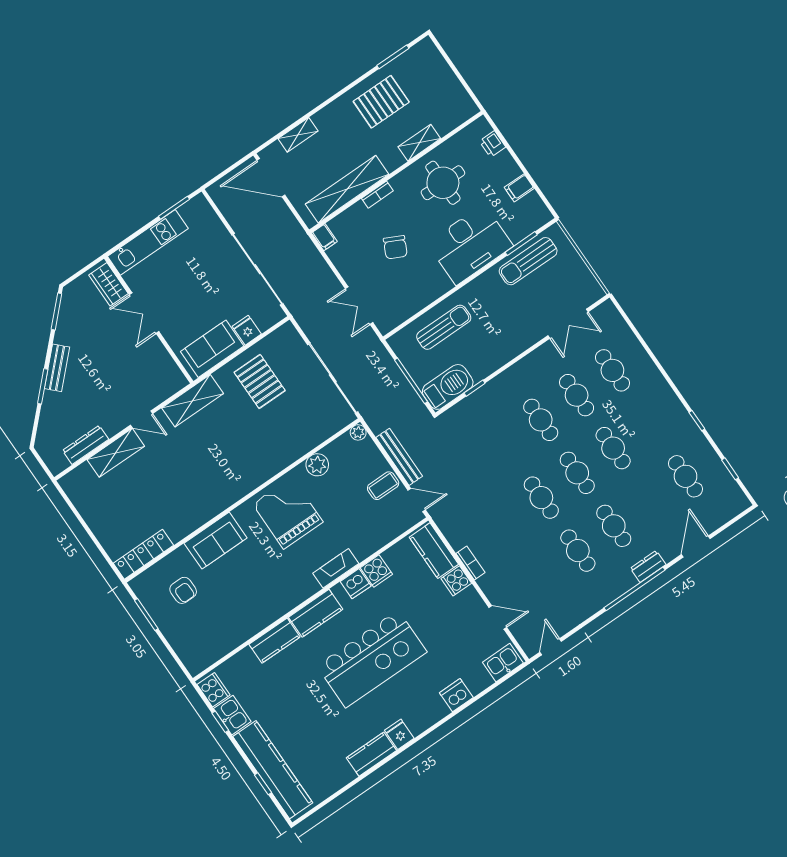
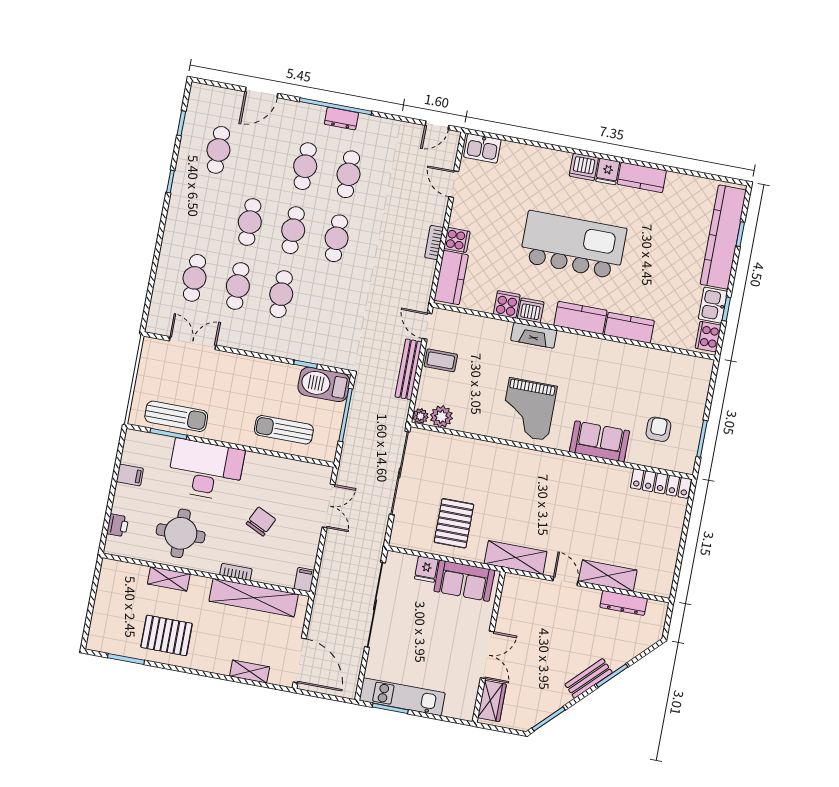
kitchen unit: (148, 242) -> (402, 697), moved
plant: (317, 465) -> (441, 417), moved
dresser: (648, 566) -> (341, 119), moved
dishwasher: (456, 695) -> (584, 167), moved

